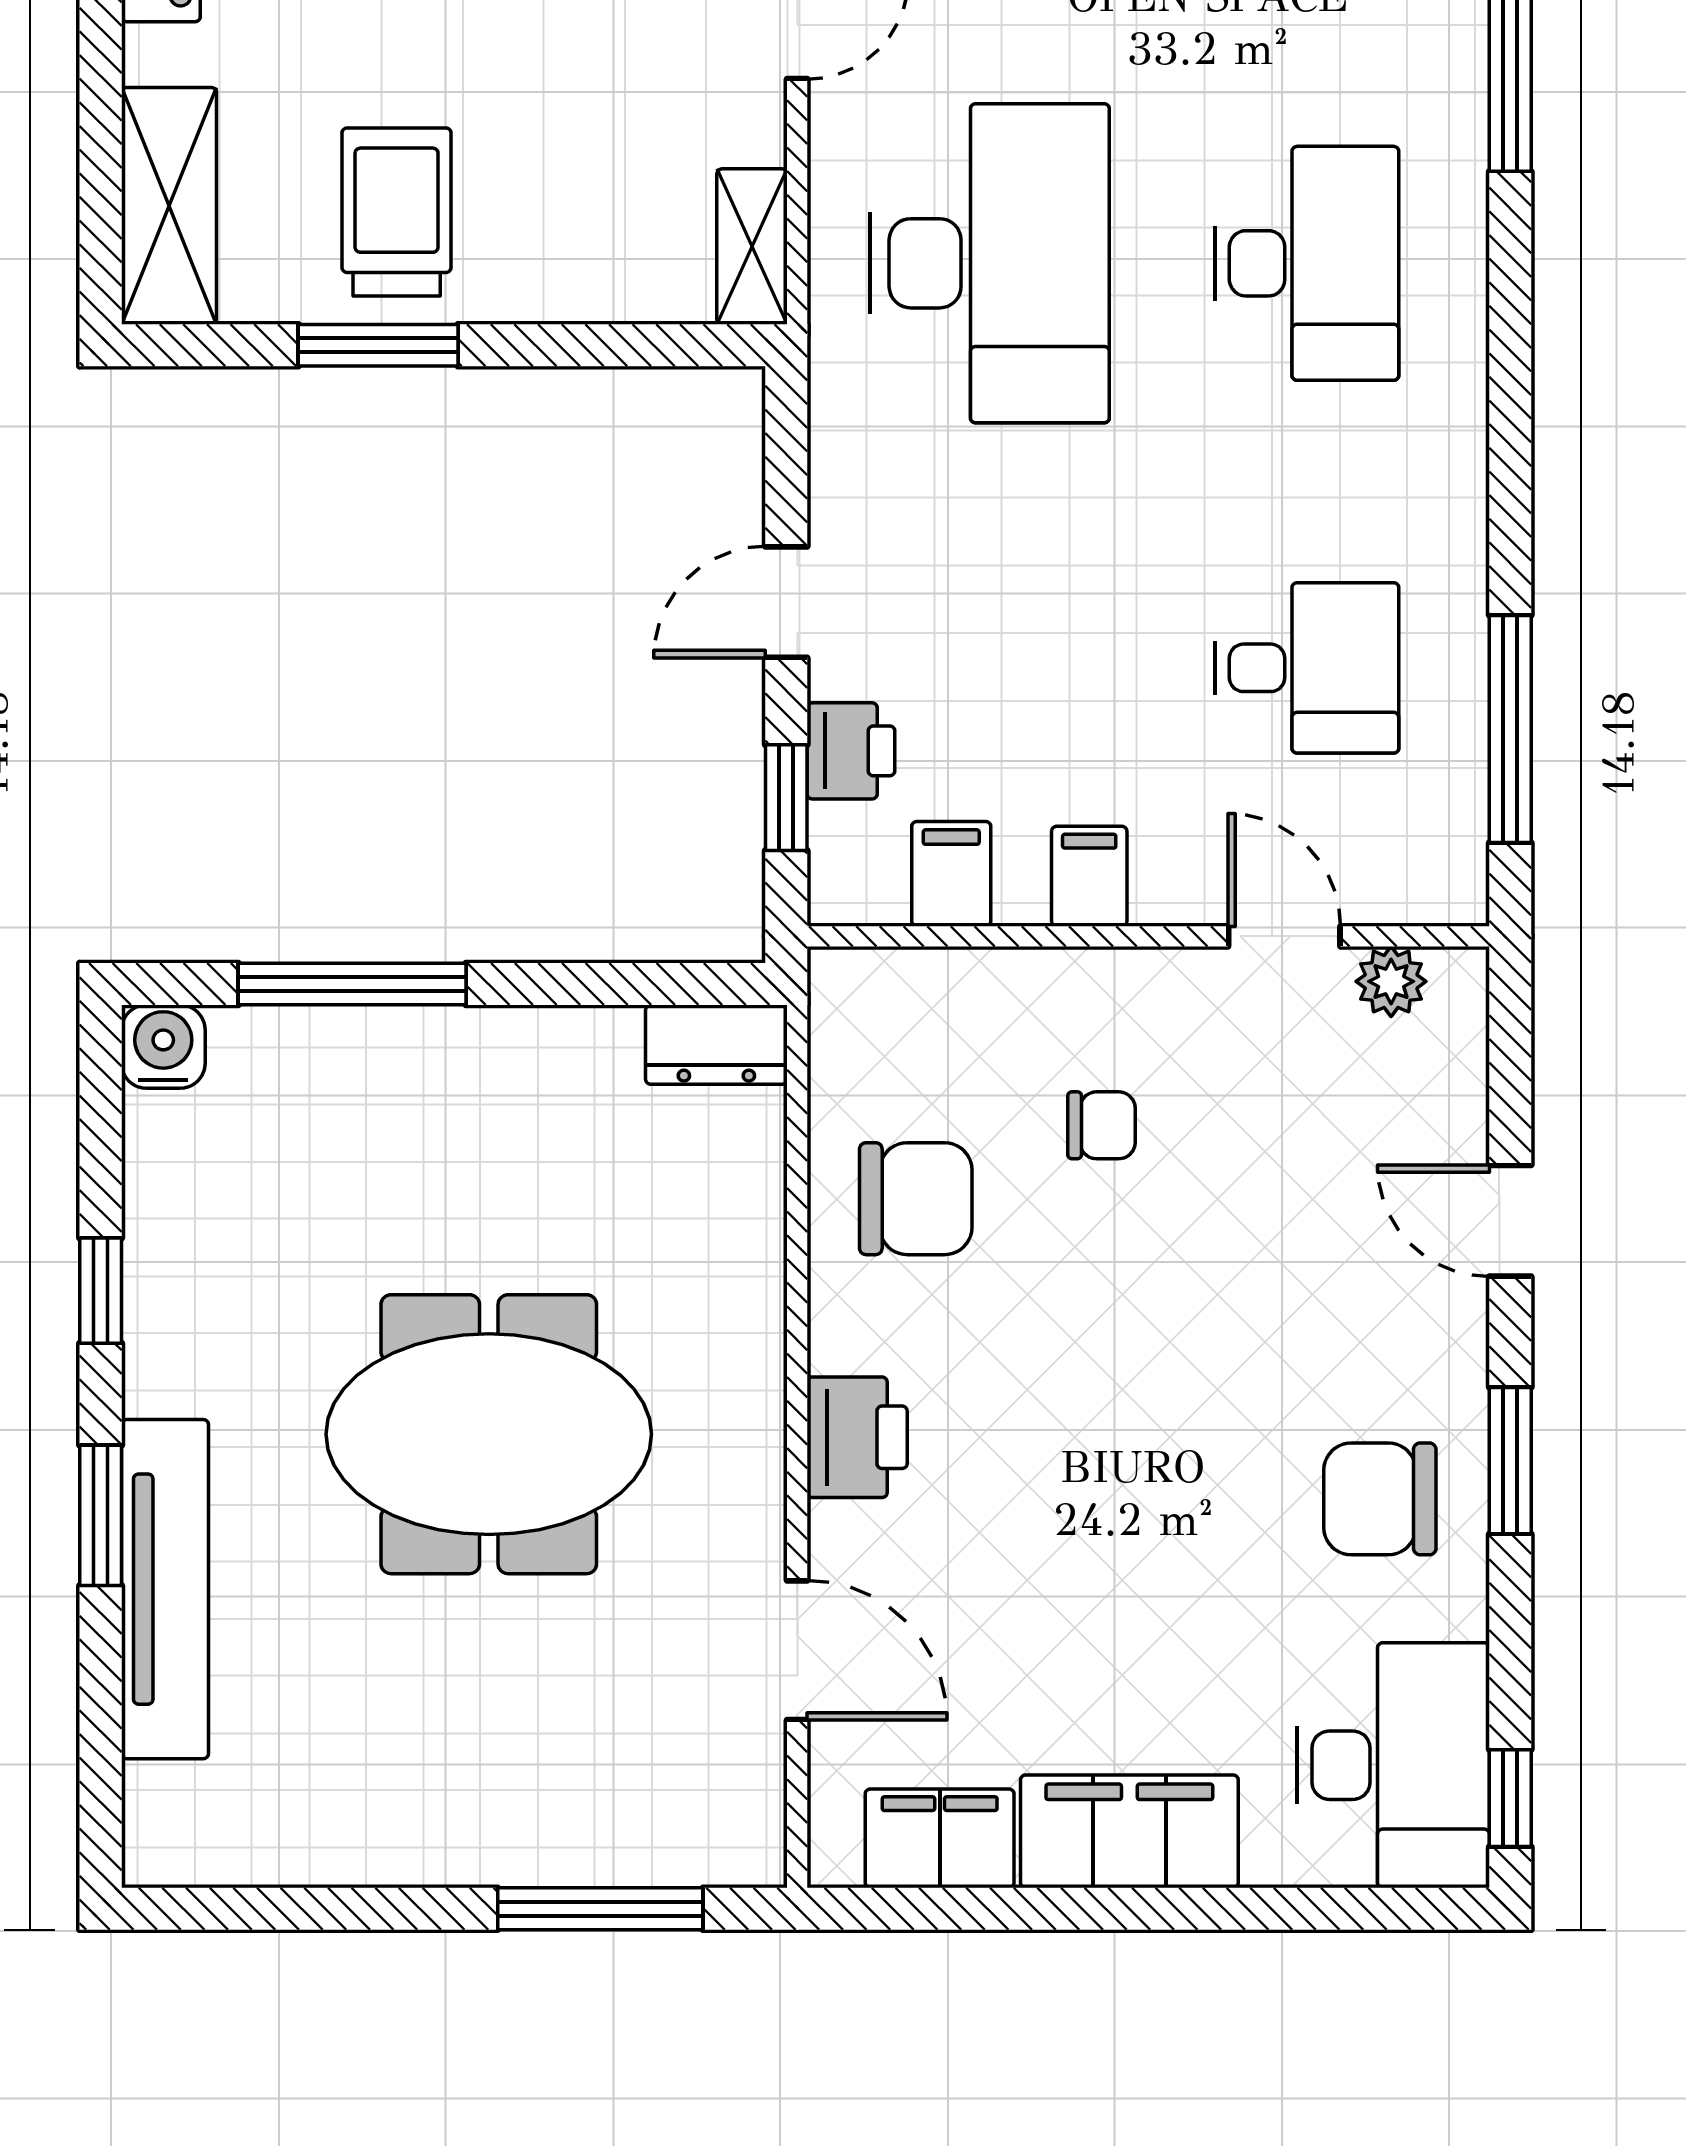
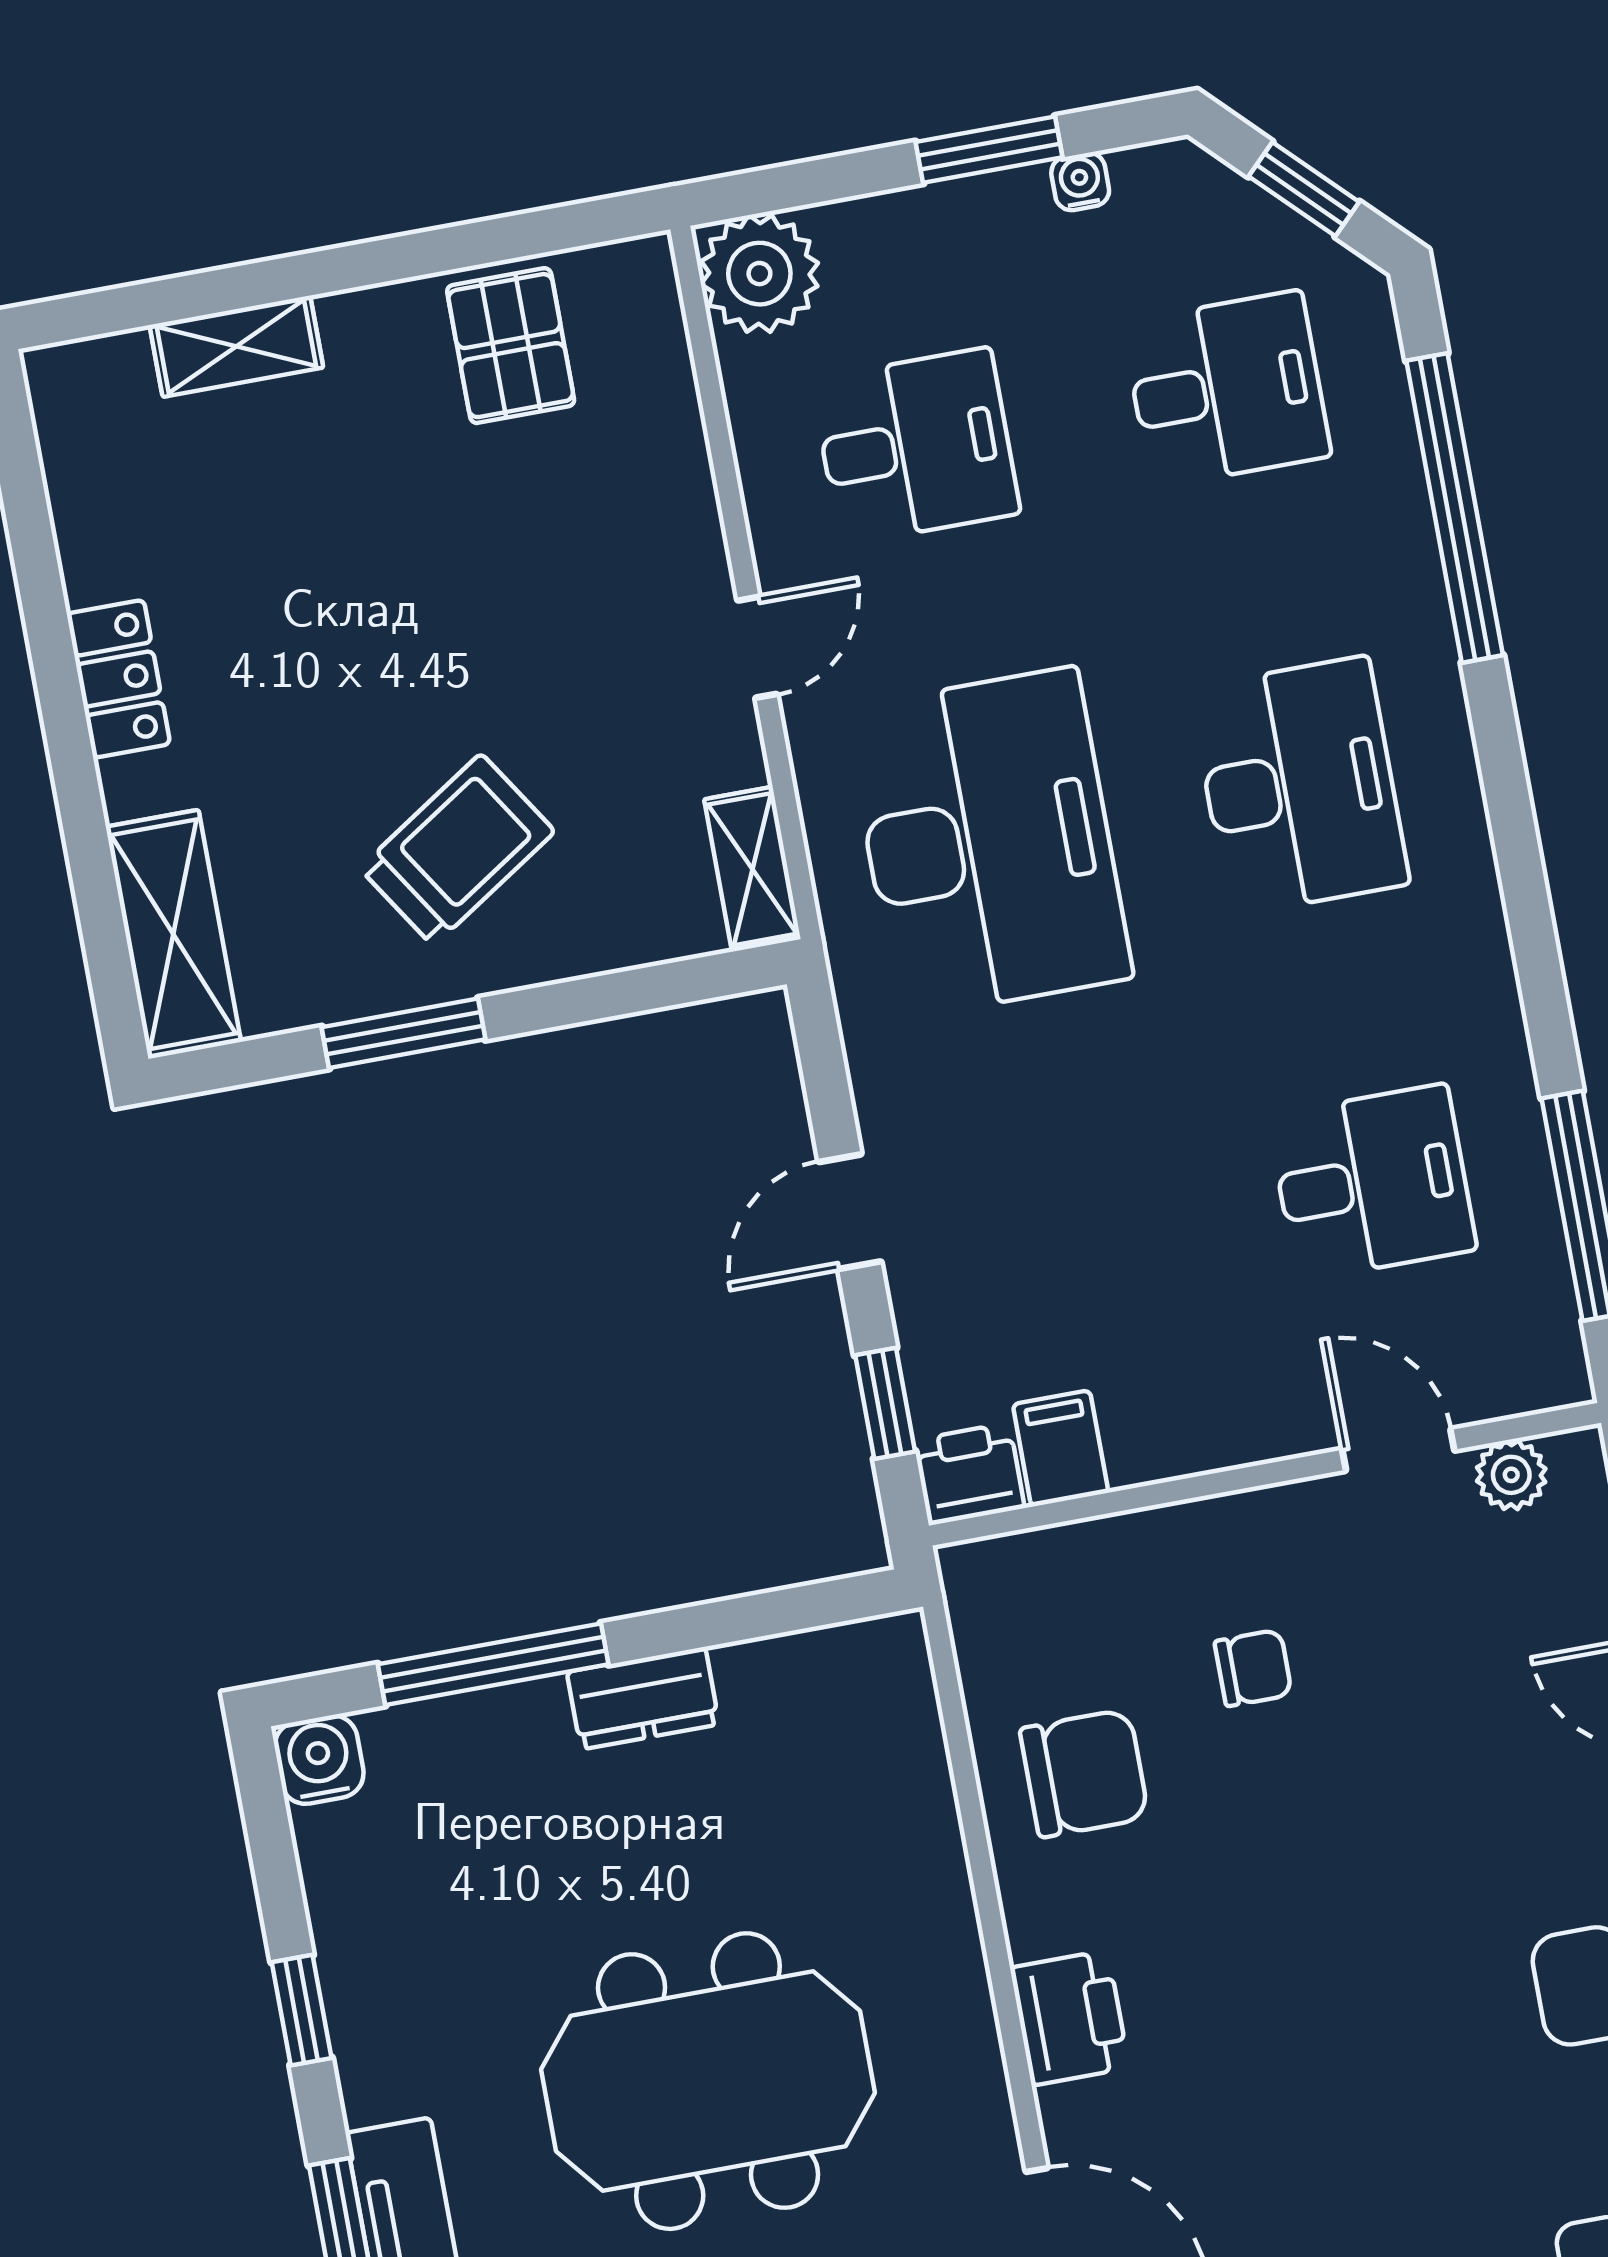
trolley: (397, 212) -> (457, 850), moved, turned 57
printer: (851, 751) -> (970, 1474), moved, turned -90
filing cabinet: (1089, 876) -> (1196, 1426), removed
dresser: (716, 1045) -> (643, 1698), moved

